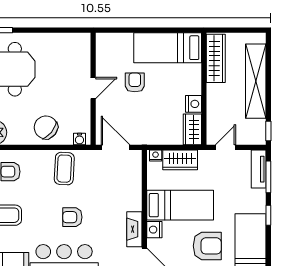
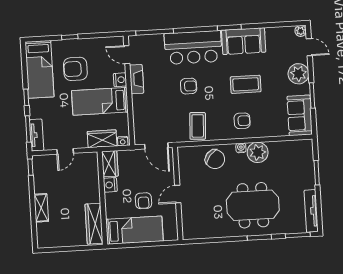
bed: (168, 48) -> (134, 230), moved
wardrobe: (216, 58) -> (94, 224), moved
shelving: (256, 81) -> (41, 208), width x0.45, depth x0.75
wall: (204, 89) -> (102, 198), moved
nightstand: (194, 104) -> (110, 185), moved
wardrobe: (192, 129) -> (110, 164), moved
water cooler: (79, 139) -> (241, 148), moved

